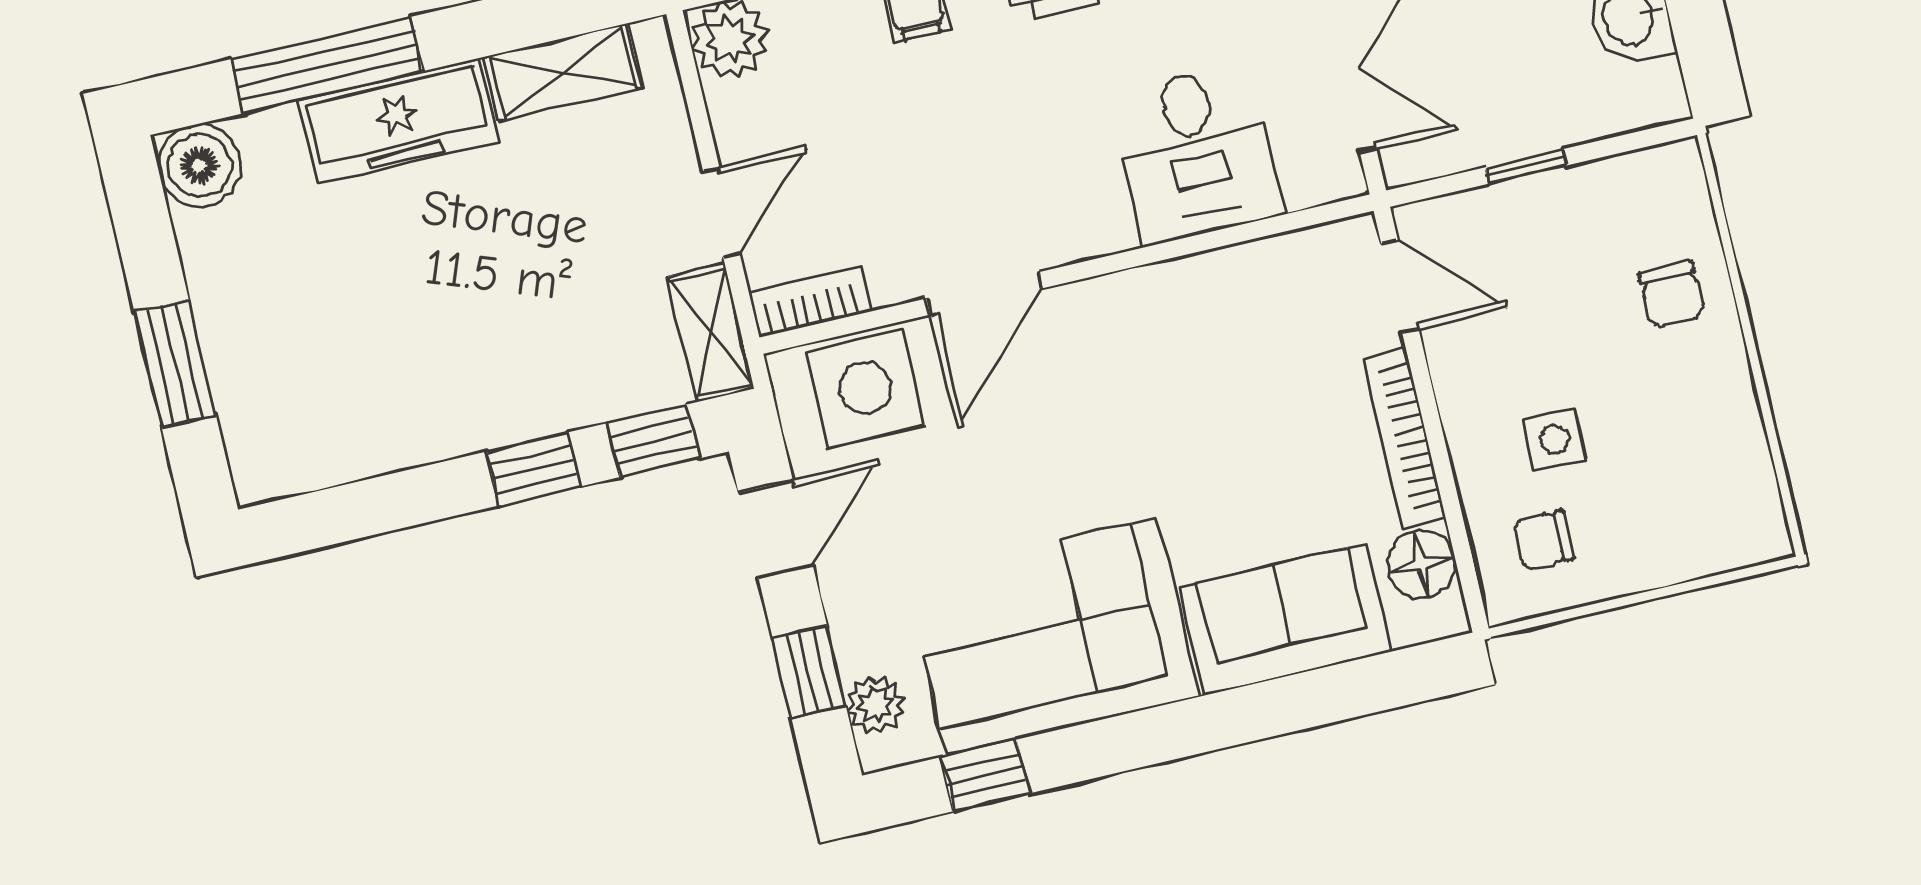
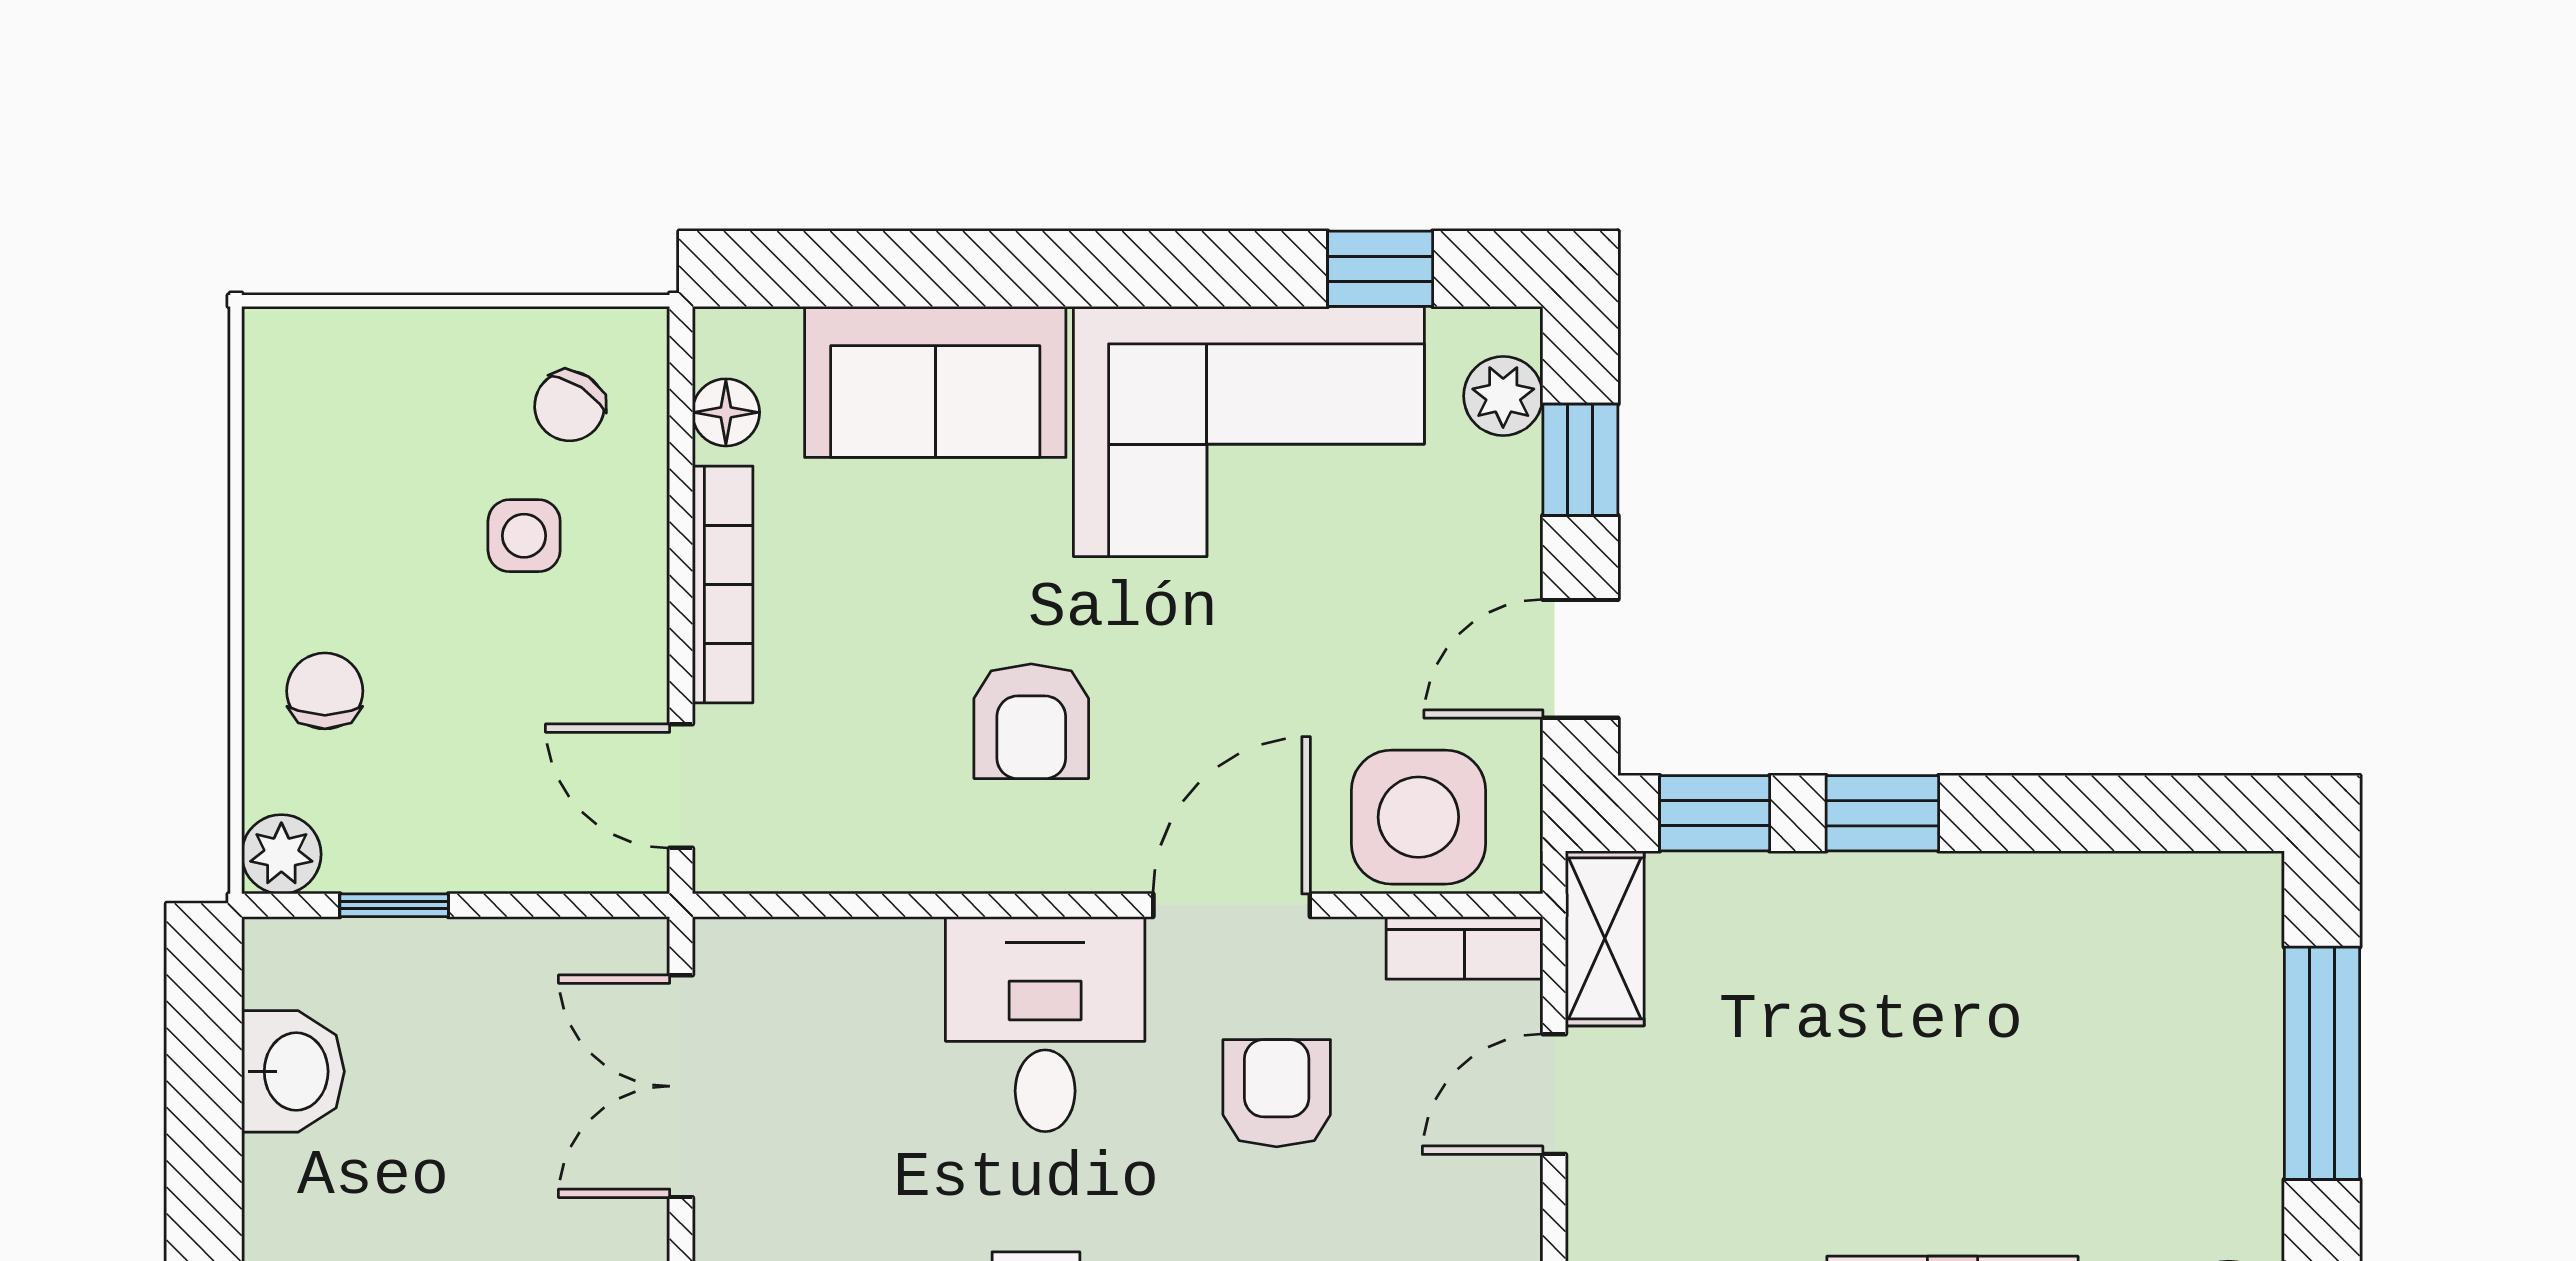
desk: (1197, 154) -> (1045, 1024), moved
armchair: (921, 166) -> (1277, 1093), added
window: (1526, 166) -> (394, 905), moved
plant: (1675, 170) -> (281, 854), added
window: (175, 364) -> (2322, 1063), width x1.44
armchair: (1159, 392) -> (1031, 721), added
chair: (1544, 540) -> (569, 406), turned 123
floor lamp: (1422, 564) -> (726, 412), width x0.73, depth x0.73

